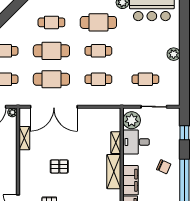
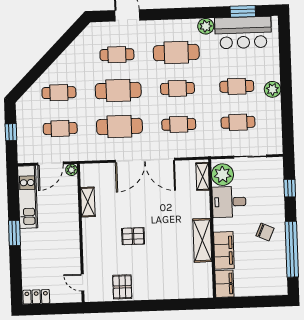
cafe table: (145, 51) -> (237, 86), added
double door: (54, 107) -> (145, 160), moved
shelving: (116, 143) -> (203, 176), moved

